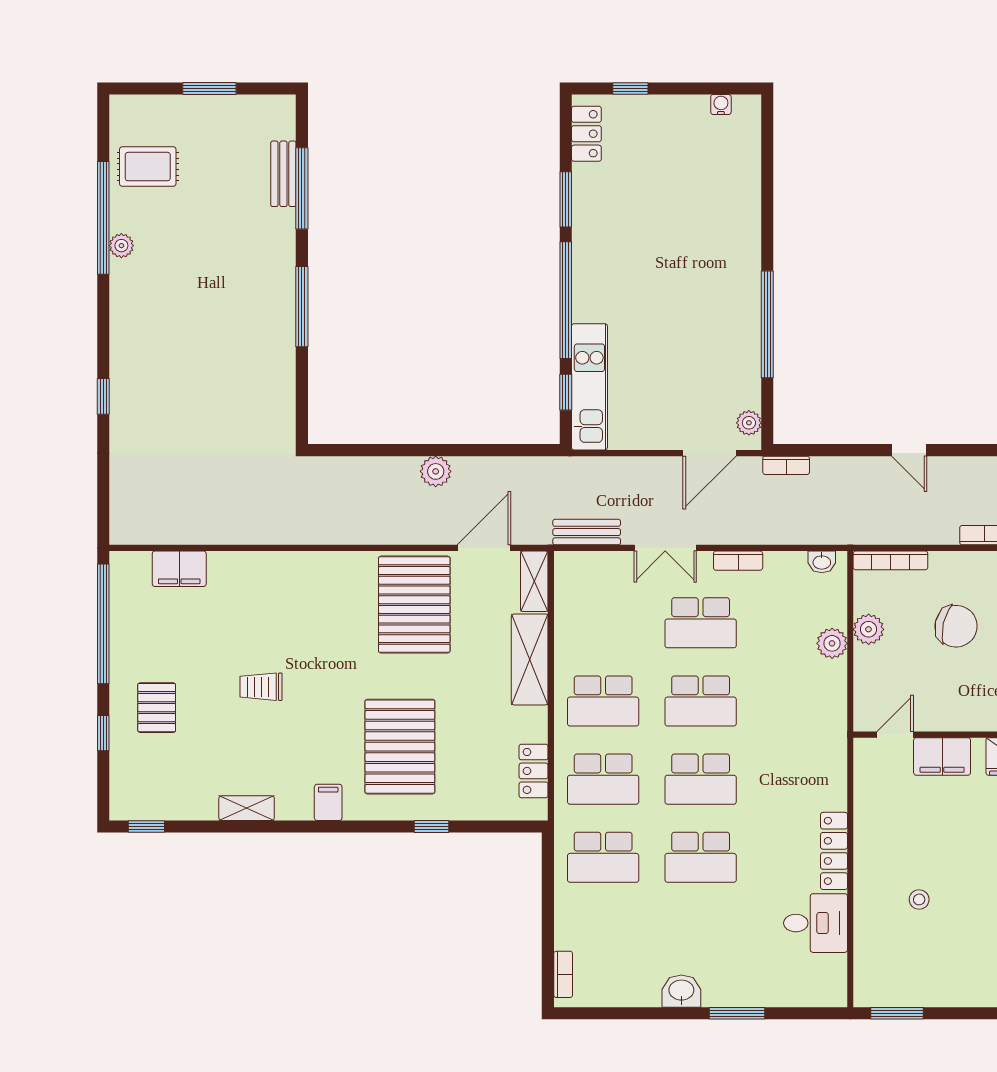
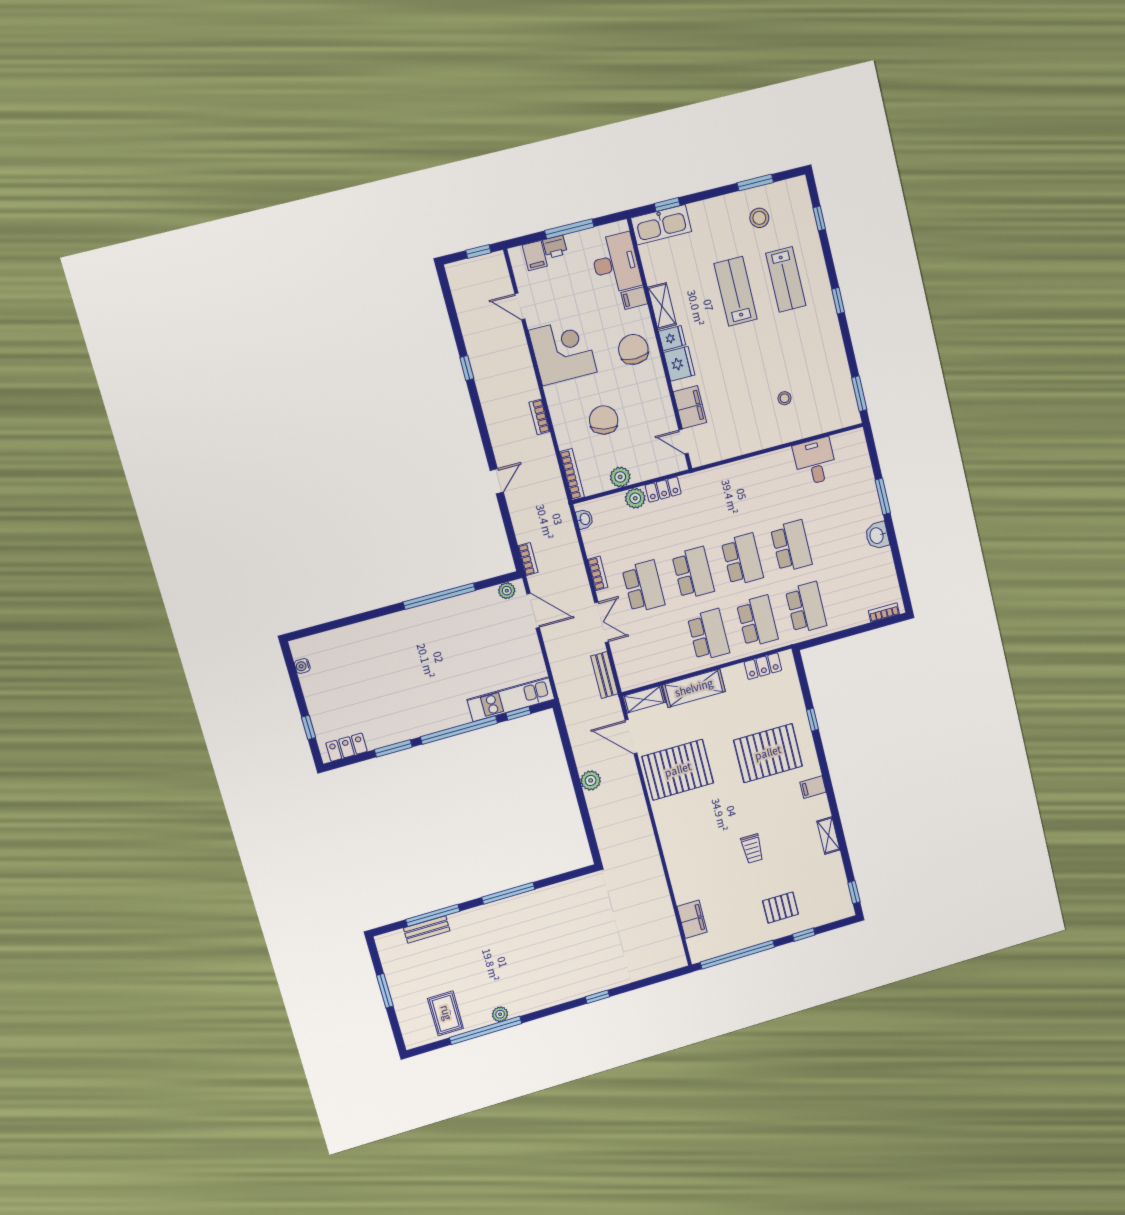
locker: (834, 851) -> (663, 489), moved, width x0.66

